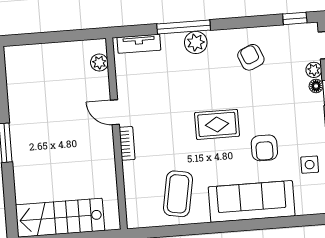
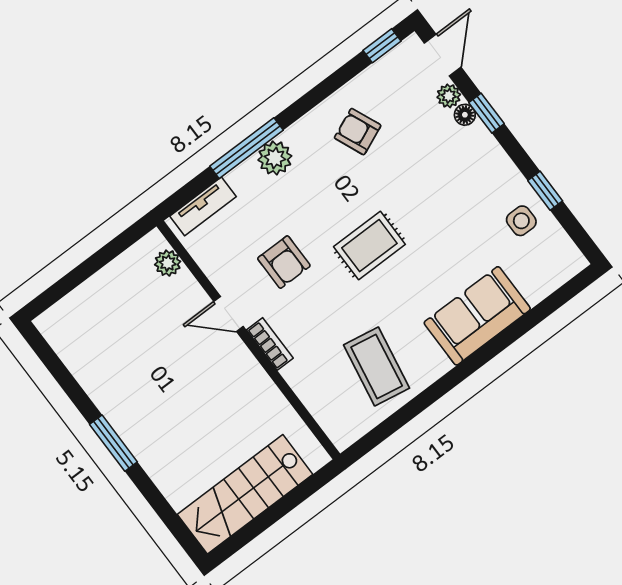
armchair: (264, 148) -> (284, 262), moved
sofa: (252, 201) -> (477, 316), width x0.73

